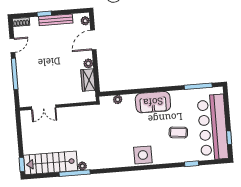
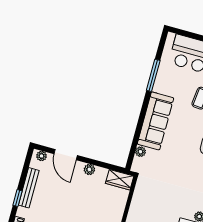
wardrobe: (88, 80) -> (120, 180), moved
window: (198, 86) -> (153, 75), moved
sofa: (153, 102) -> (156, 121), width x1.36

